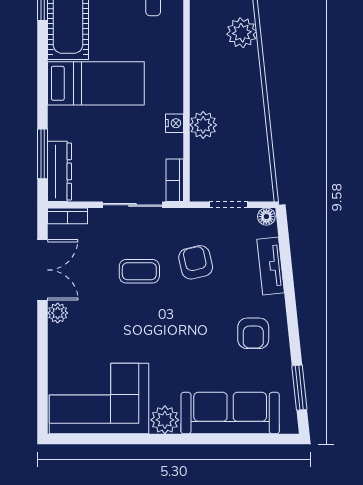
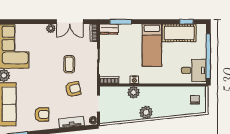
plant: (242, 33) -> (146, 112), moved
dresser: (59, 171) -> (109, 29), width x0.70
armchair: (253, 333) -> (42, 114), turned 180

